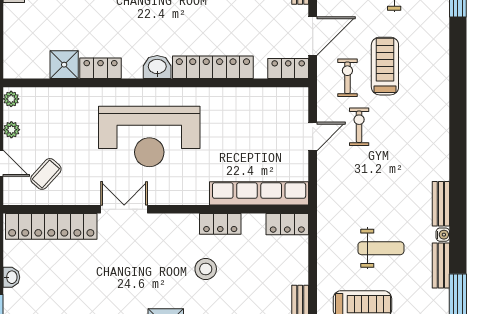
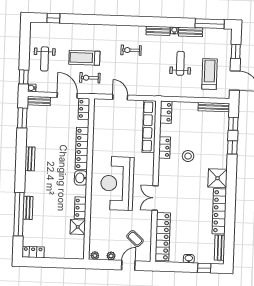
exercise bike: (359, 127) -> (131, 50), moved
reception desk: (149, 136) -> (117, 183), turned 180

